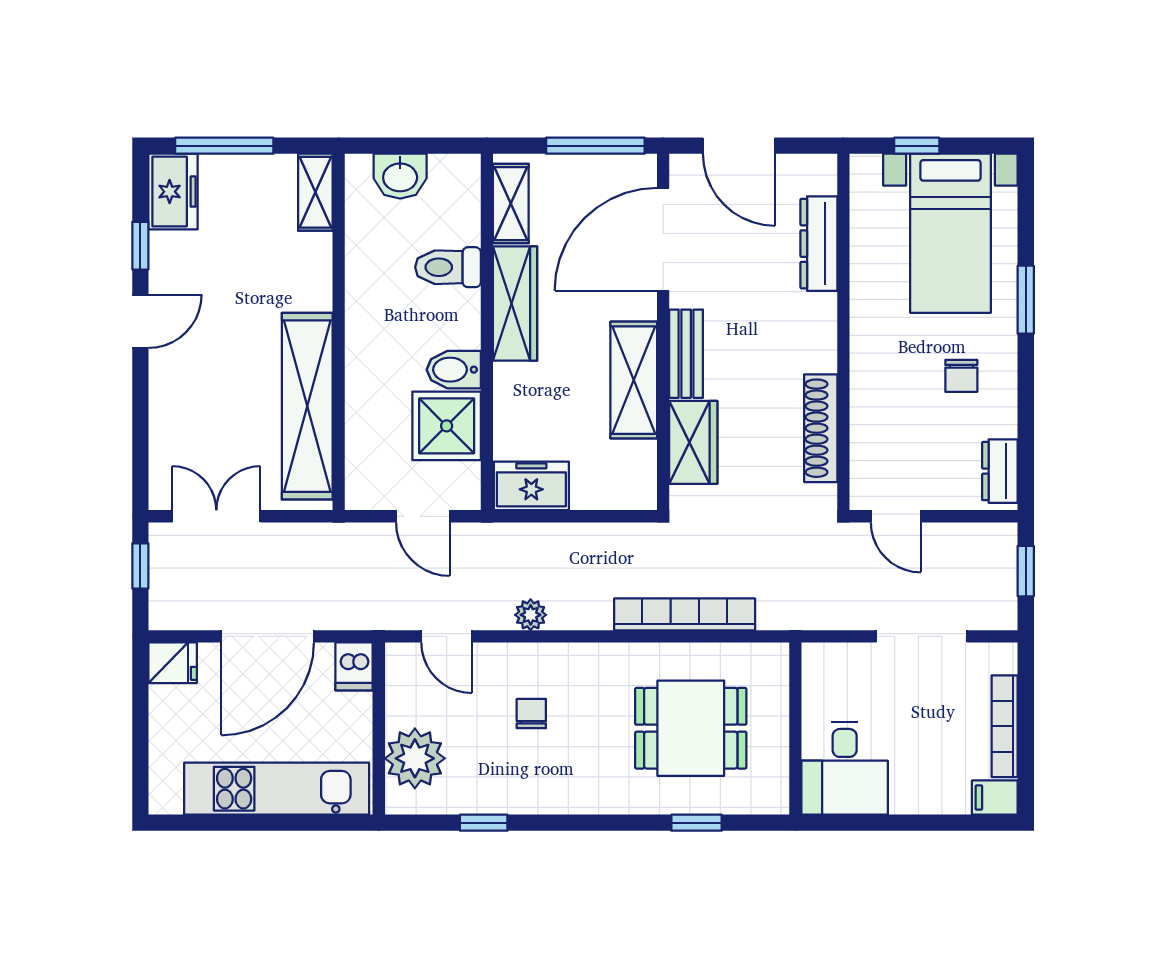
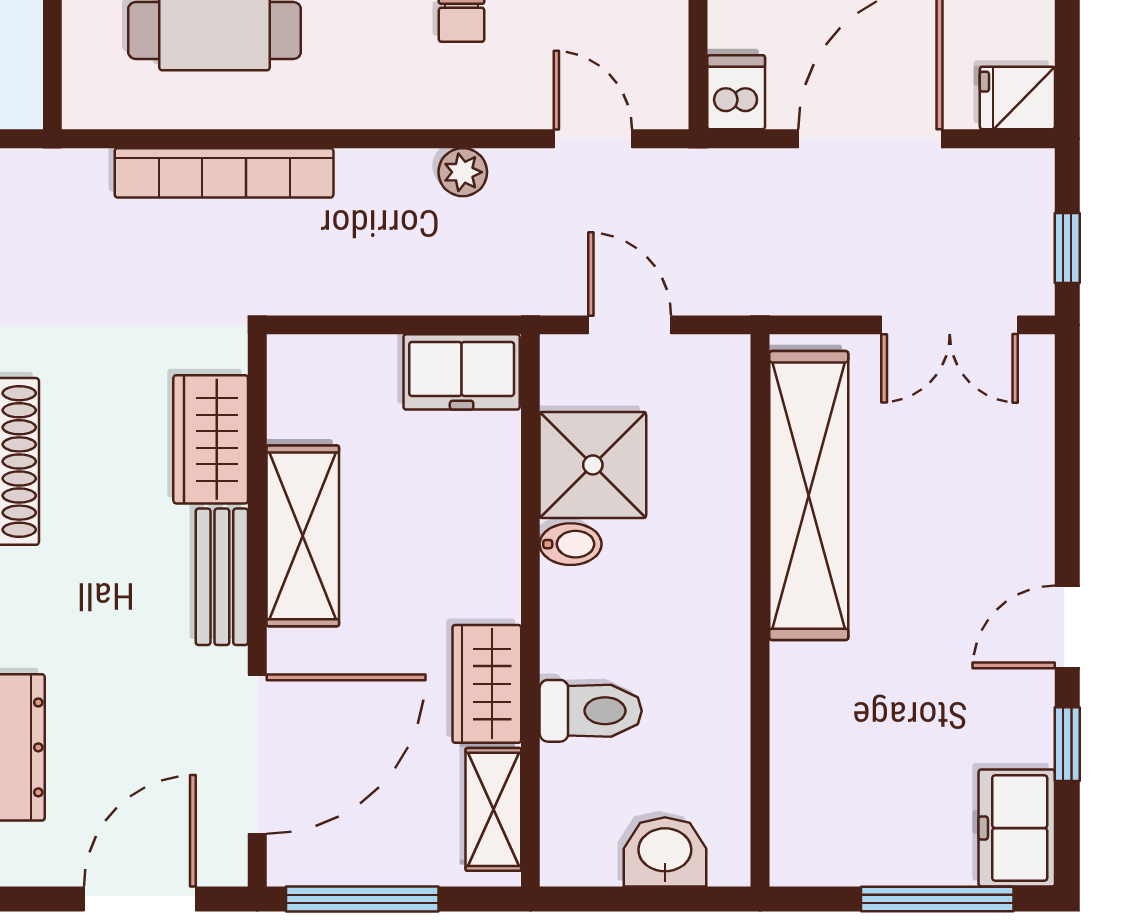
door: (739, 146) -> (140, 899), hinge flipped
shelving: (315, 192) -> (796, 827), removed
wardrobe: (515, 304) -> (487, 684), width x0.67
bidet: (454, 370) -> (571, 544), width x0.72, depth x0.74

